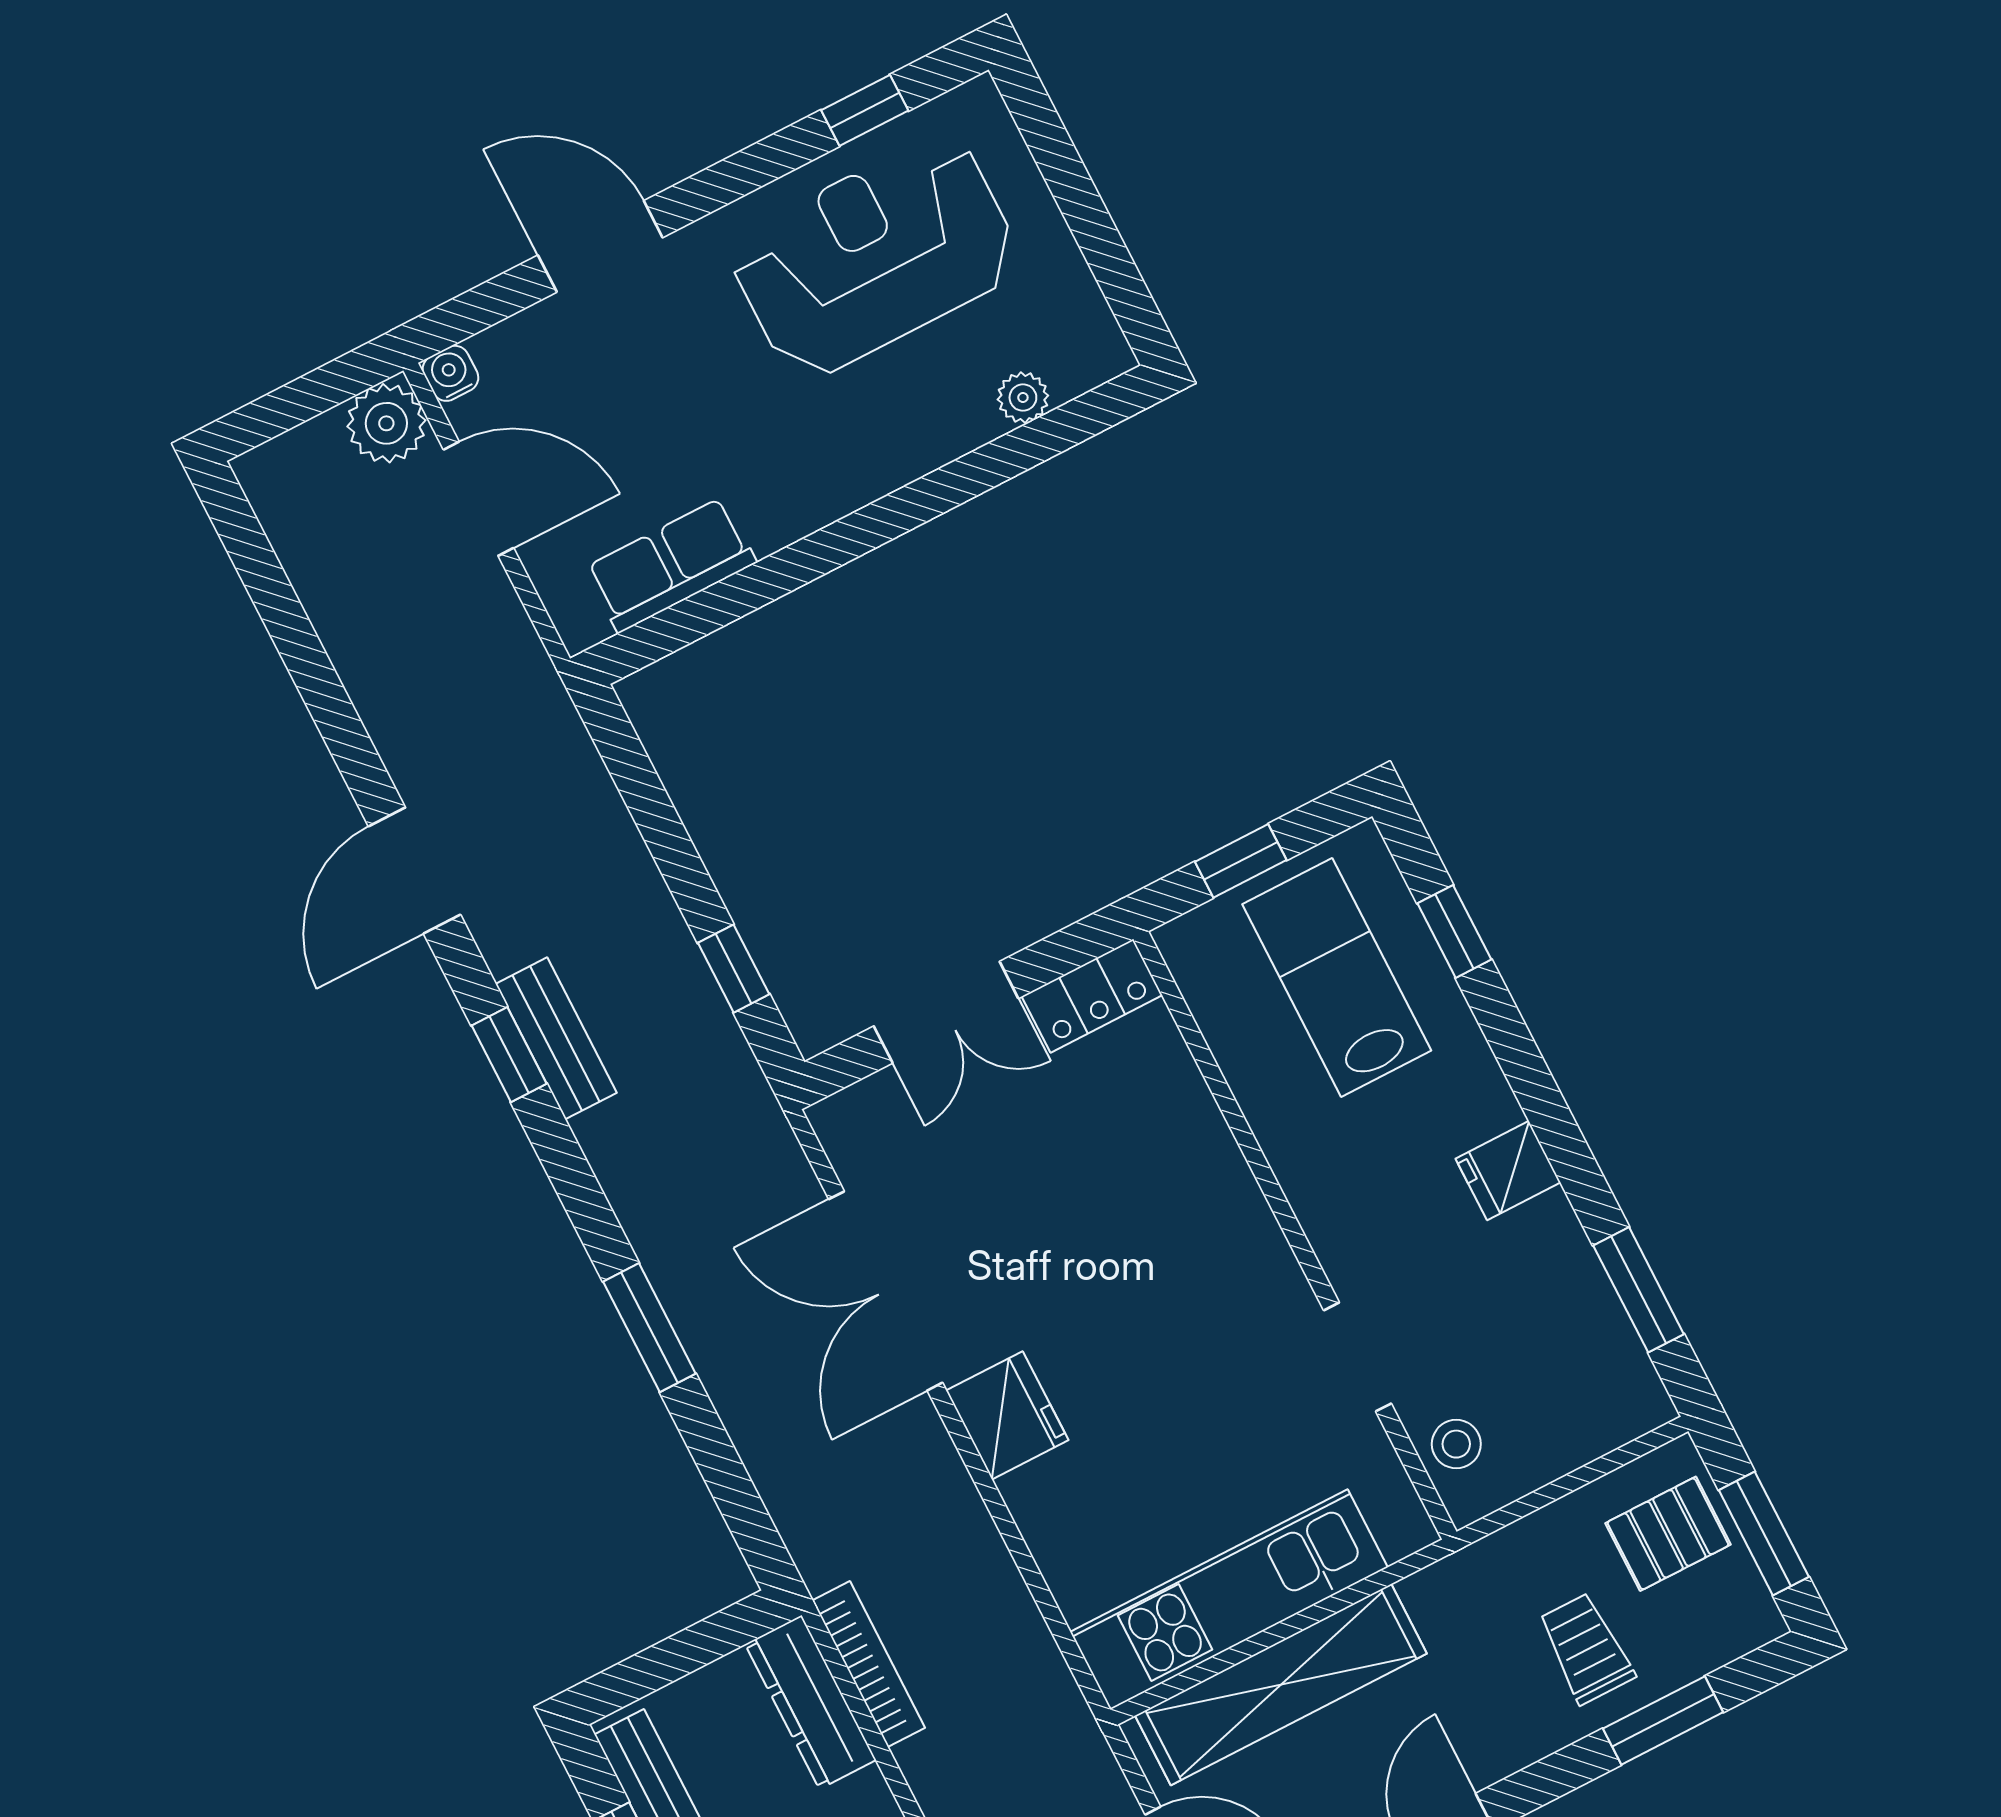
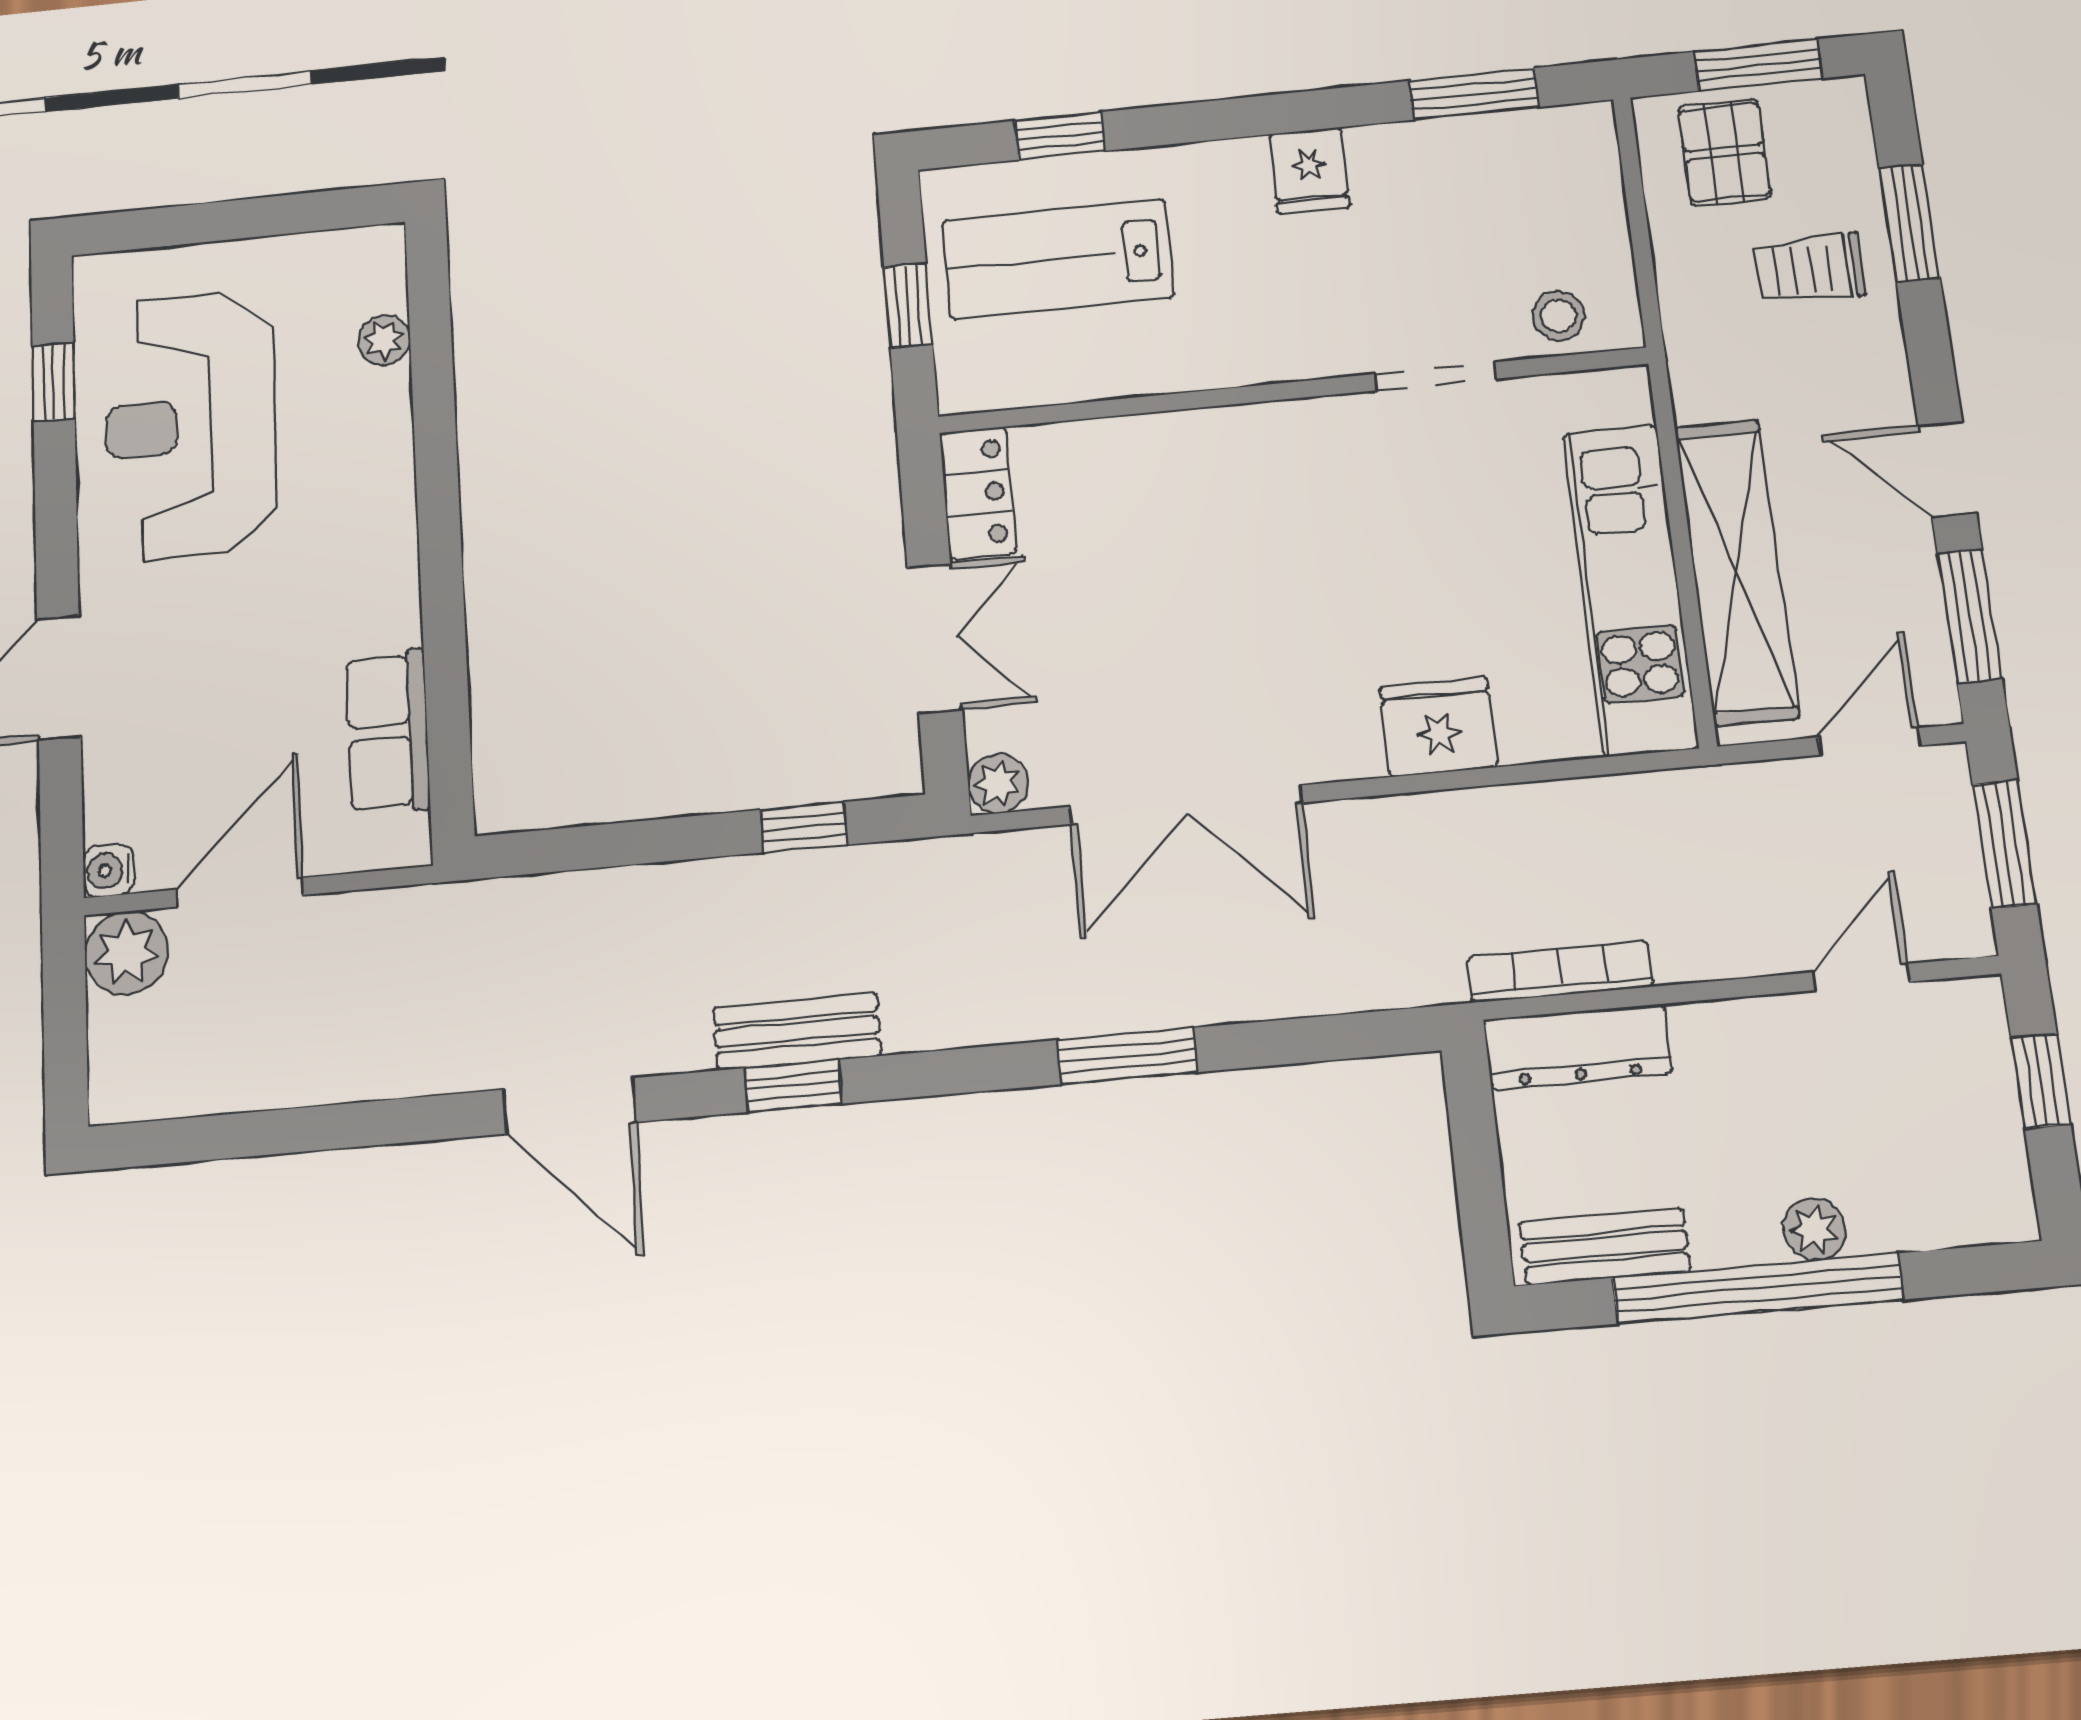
plant: (839, 1121) -> (998, 784), added
fridge: (1007, 1415) -> (1438, 727), moved

